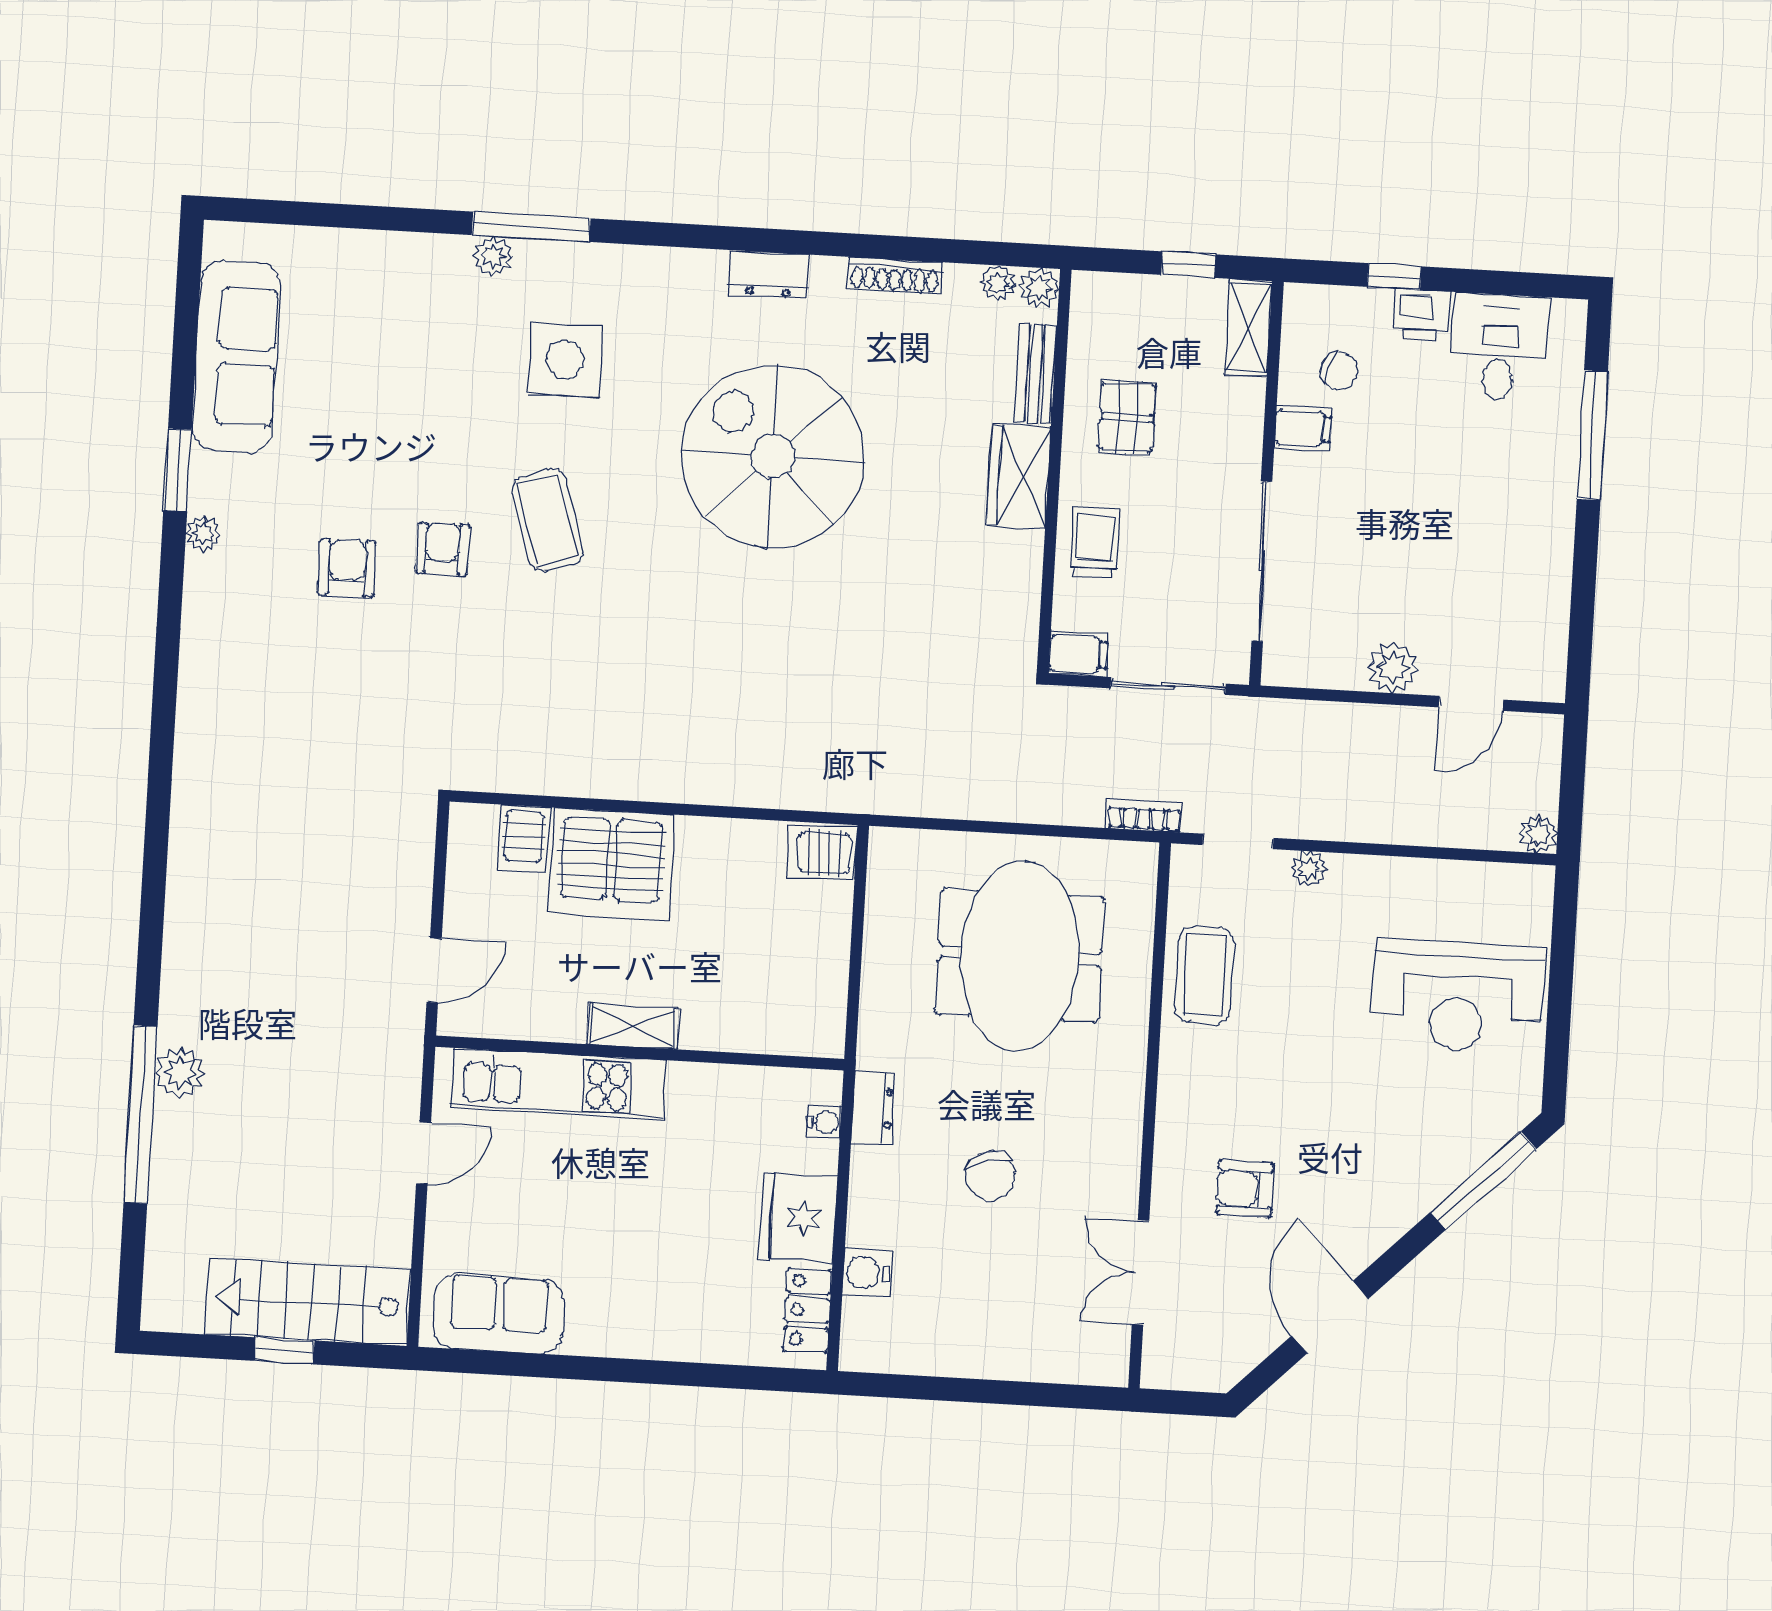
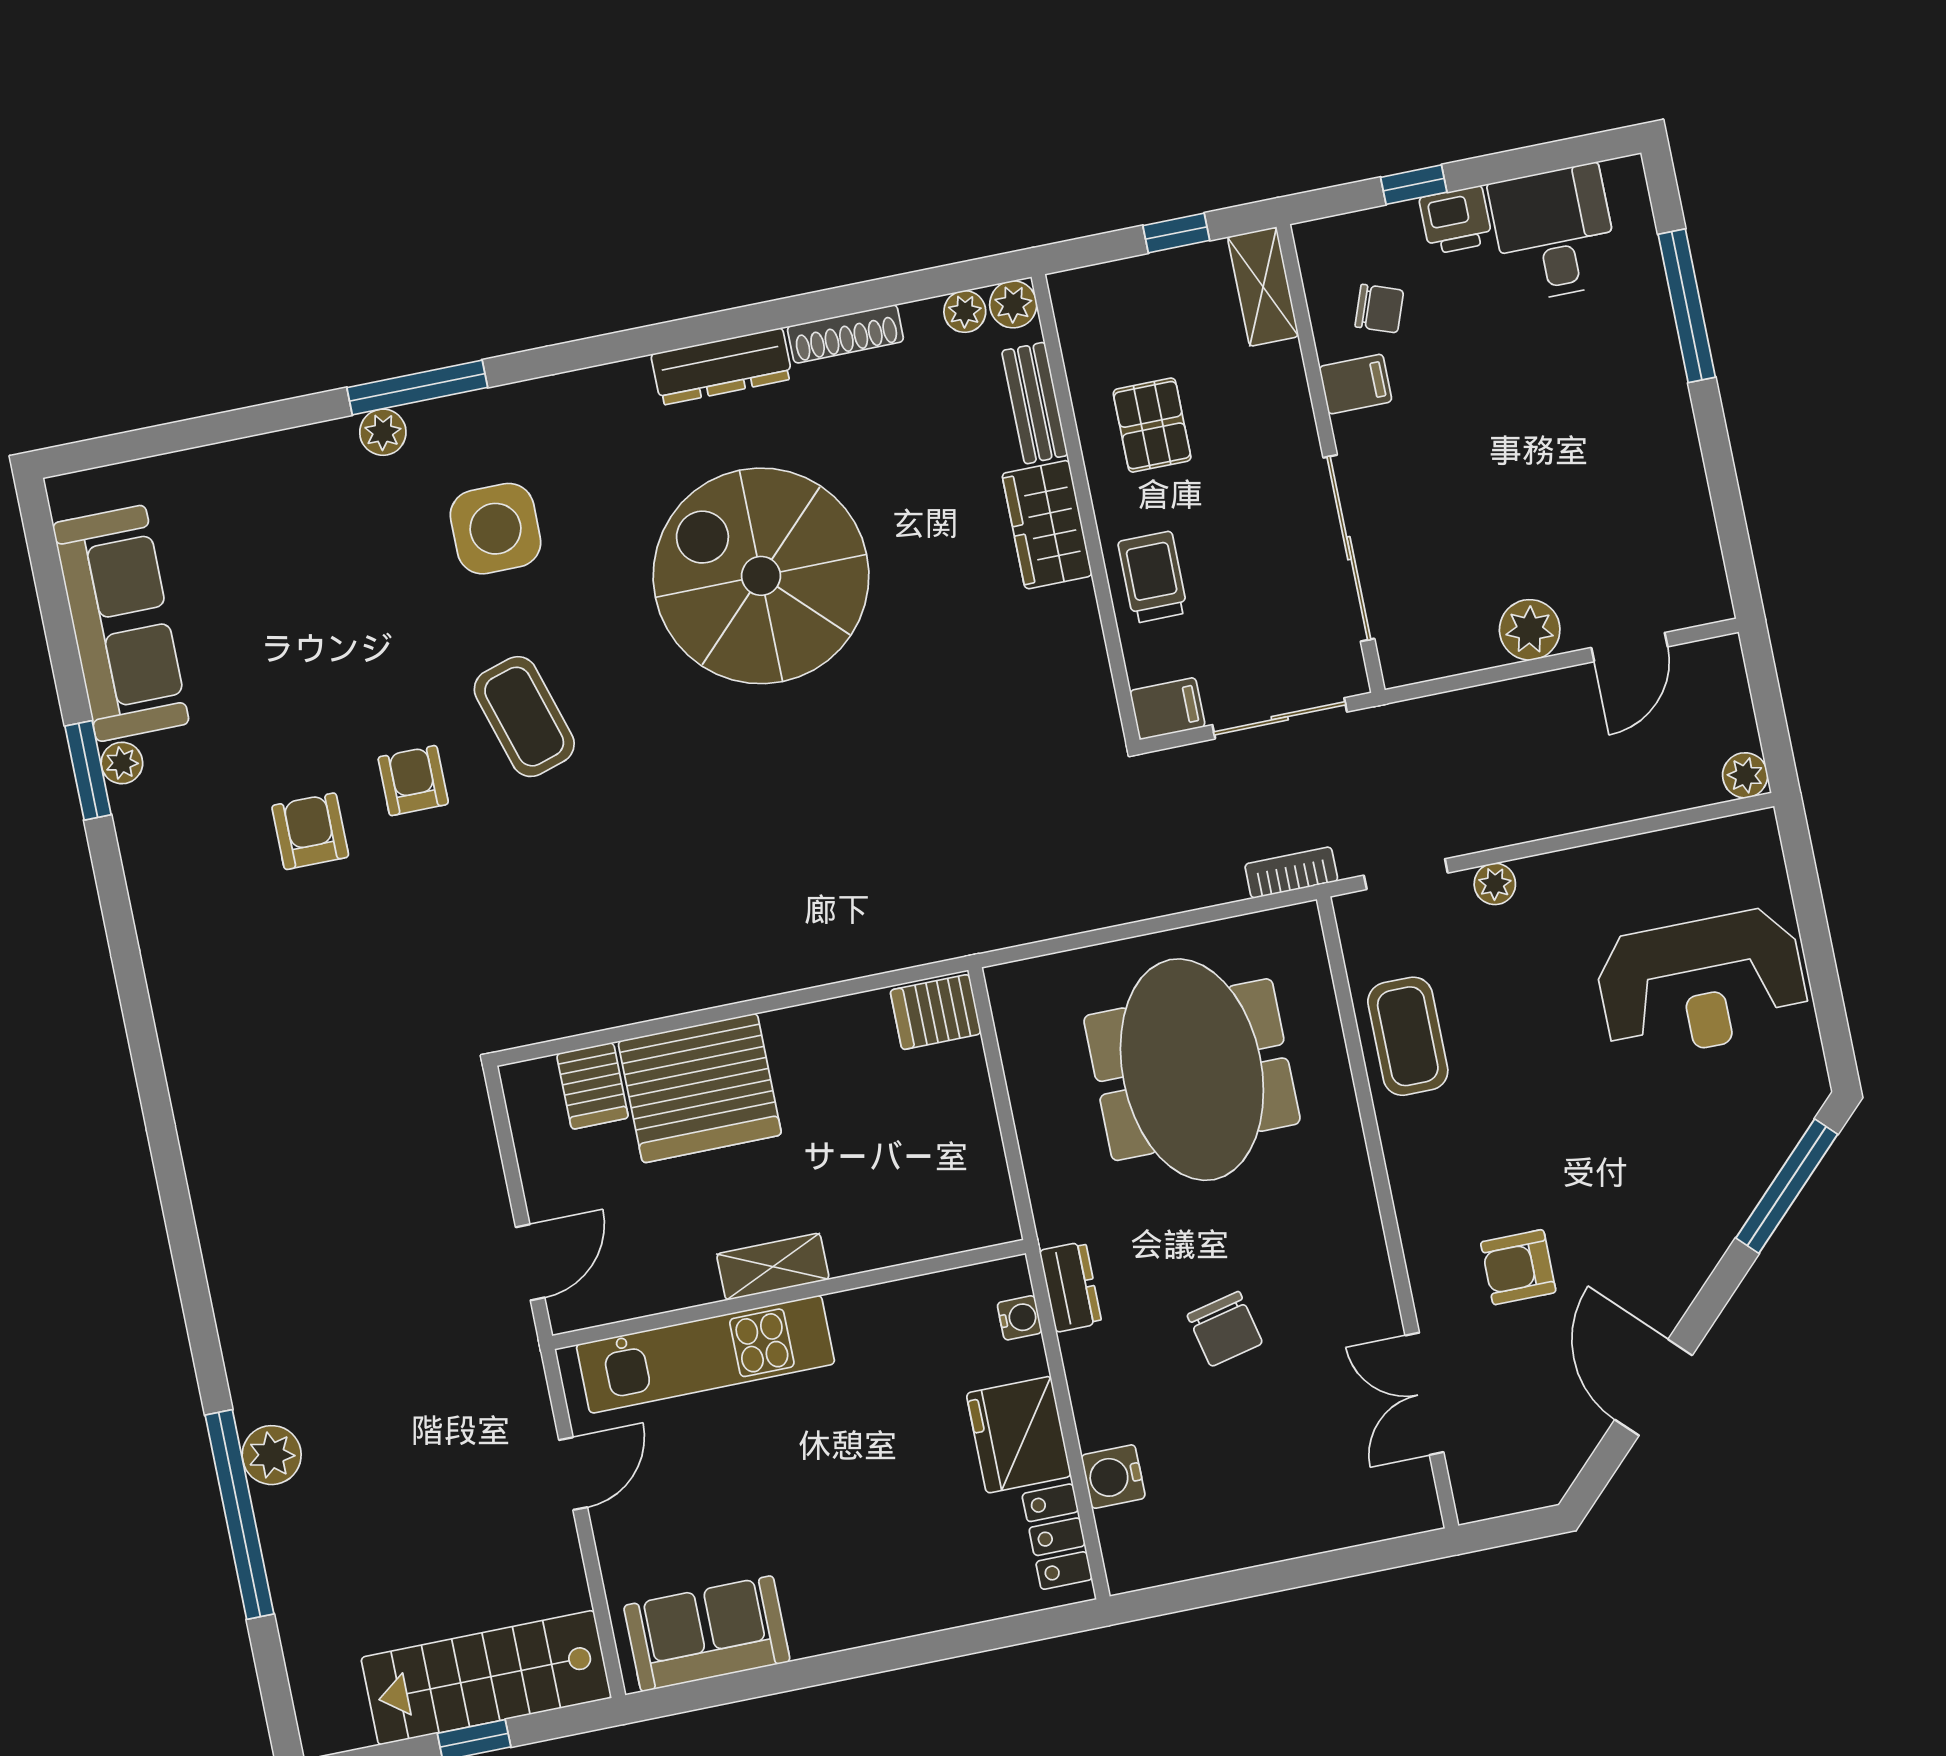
dresser: (769, 275) -> (722, 367), width x1.44
plant: (203, 533) -> (122, 763), moved

